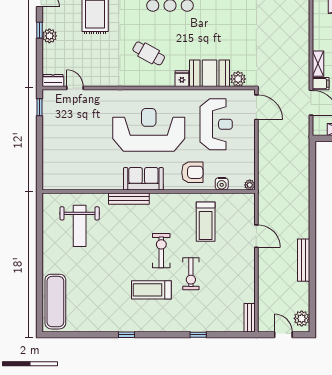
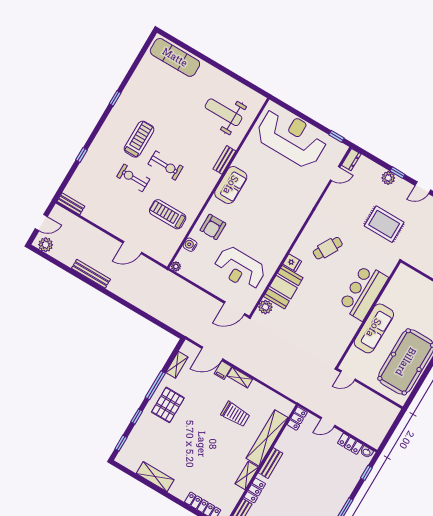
reception desk: (149, 130) -> (291, 137), moved, turned -90
bench: (129, 199) -> (224, 160), width x0.73

